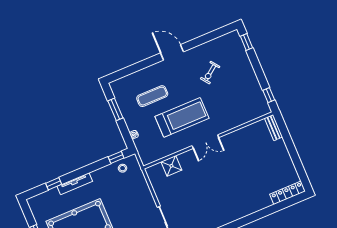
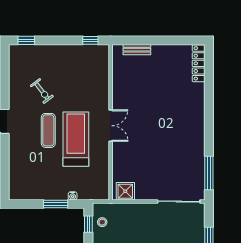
exercise mat: (152, 96) -> (48, 130), moved
window: (115, 109) -> (56, 204), moved
bench: (274, 128) -> (137, 50), moved
shower: (171, 166) -> (125, 191), moved

